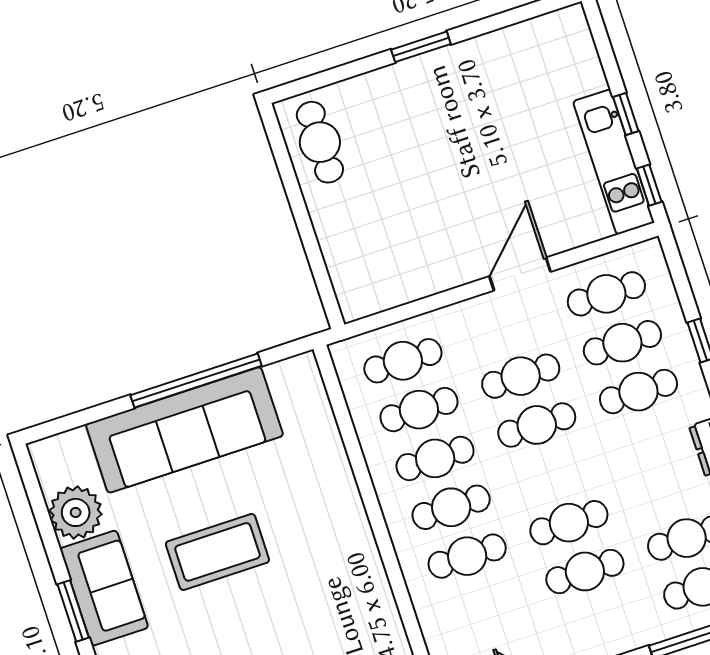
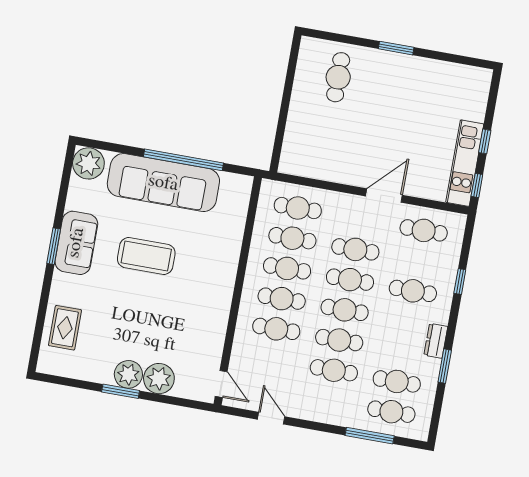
cafe table: (320, 142) -> (338, 77), moved
cafe table: (622, 343) -> (345, 310), moved
plant: (76, 512) -> (88, 163), moved

